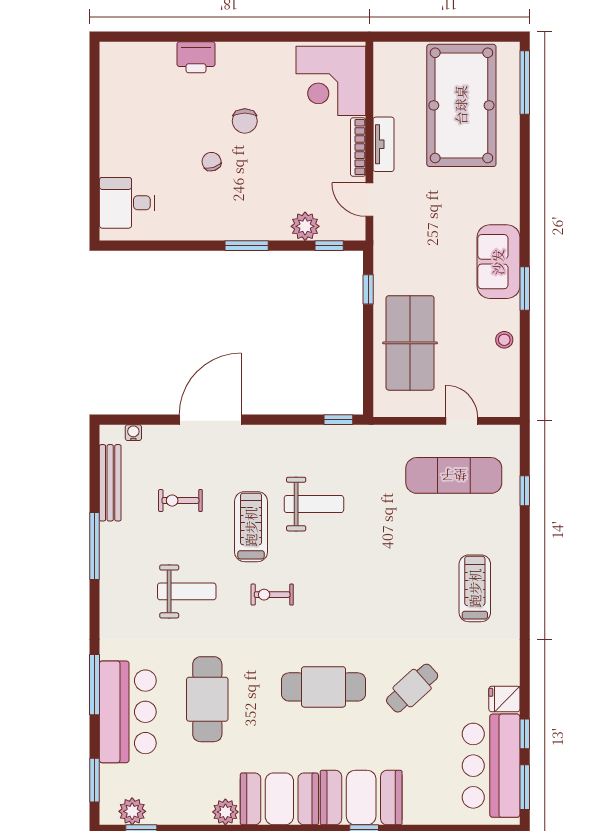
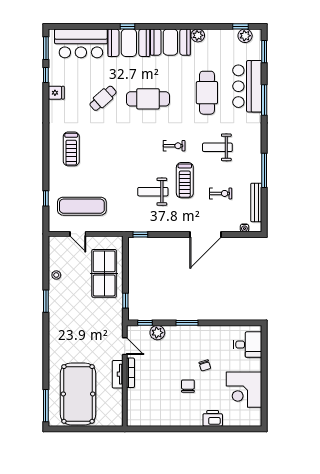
corner desk: (331, 81) -> (244, 390), moved, turned 180
sofa: (498, 262) -> (59, 315), removed
bar counter: (491, 766) -> (81, 43), moved, turned 90

